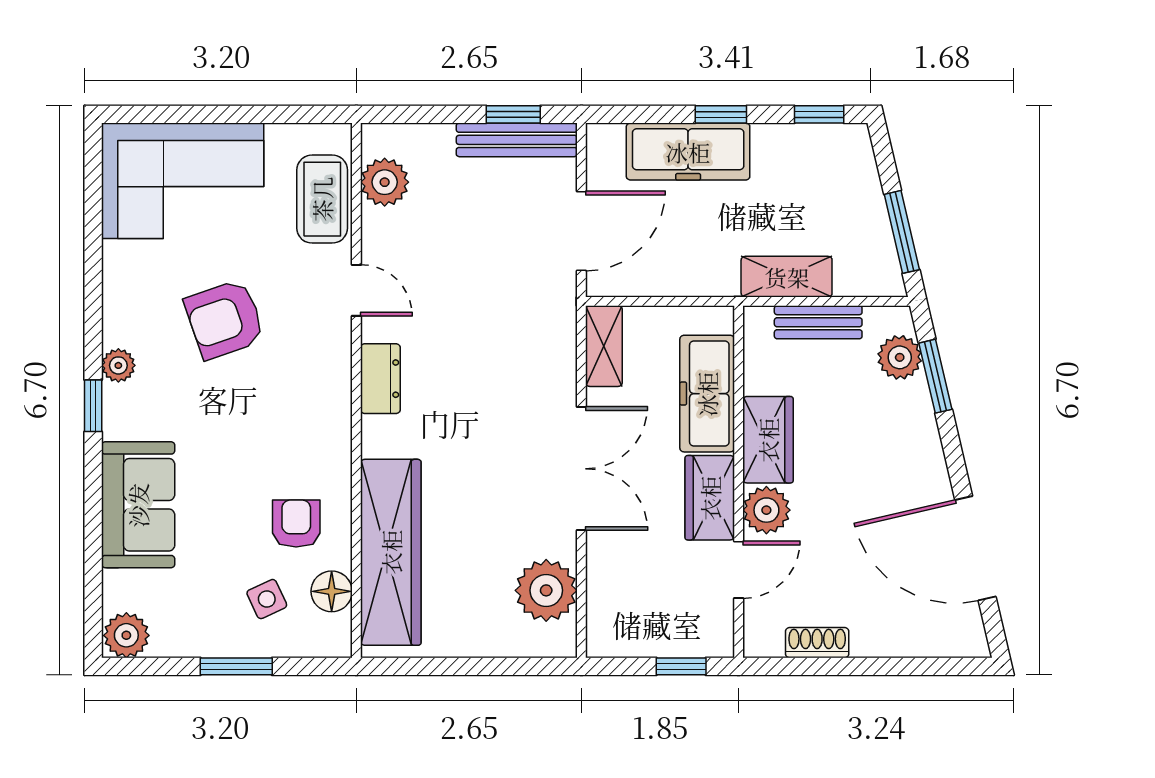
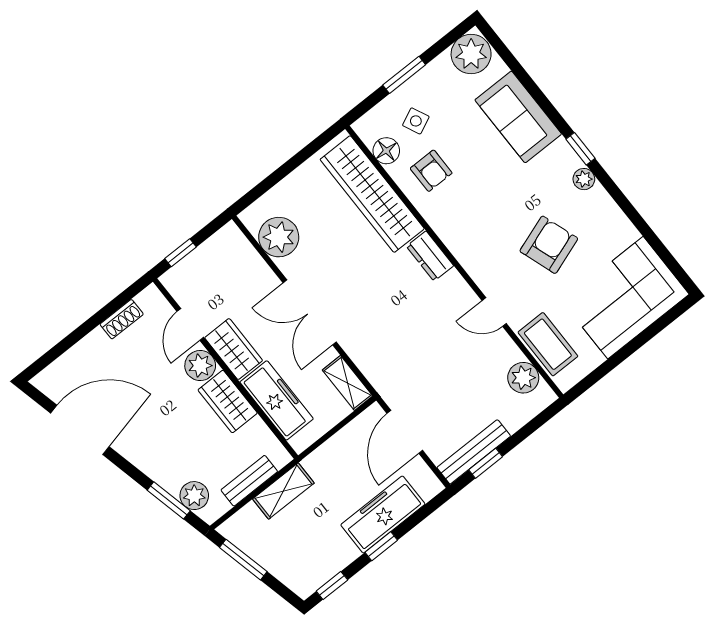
dresser: (380, 379) -> (430, 256), moved
plant: (126, 635) -> (471, 54), width x1.36, depth x1.36

